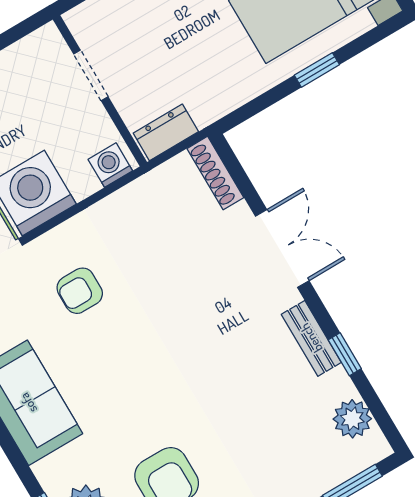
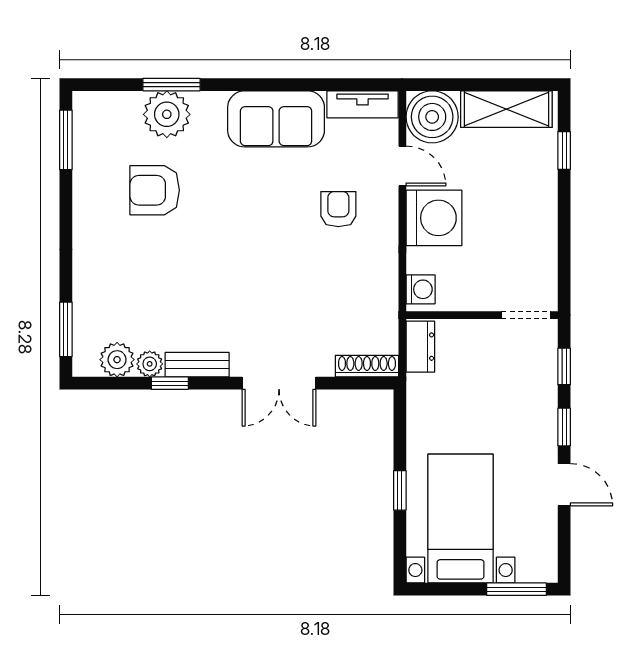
doorway: (91, 75) -> (526, 315), moved
plant: (338, 385) -> (150, 364), added

